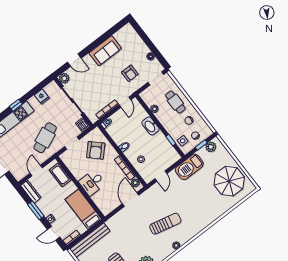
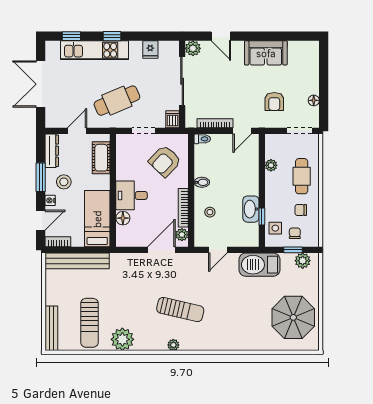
washbasin: (150, 126) -> (251, 209), moved
floor lamp: (97, 198) -> (123, 218), added
stool: (50, 203) -> (64, 182), added
door: (54, 233) -> (41, 220), swing flipped

